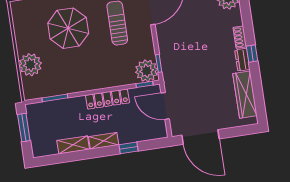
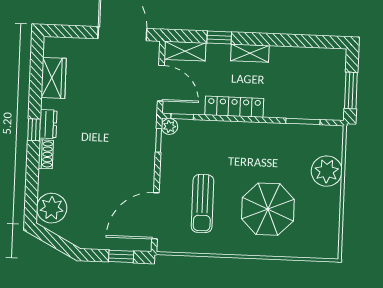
plant: (147, 71) -> (169, 126), width x0.53, depth x0.53
wardrobe: (245, 95) -> (54, 78), width x0.67
shelving: (73, 145) -> (185, 51), moved

